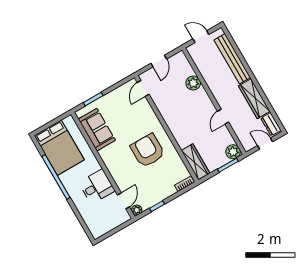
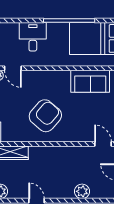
armchair: (148, 151) -> (45, 116), turned -49
desk: (97, 187) -> (33, 37), moved, turned 180

